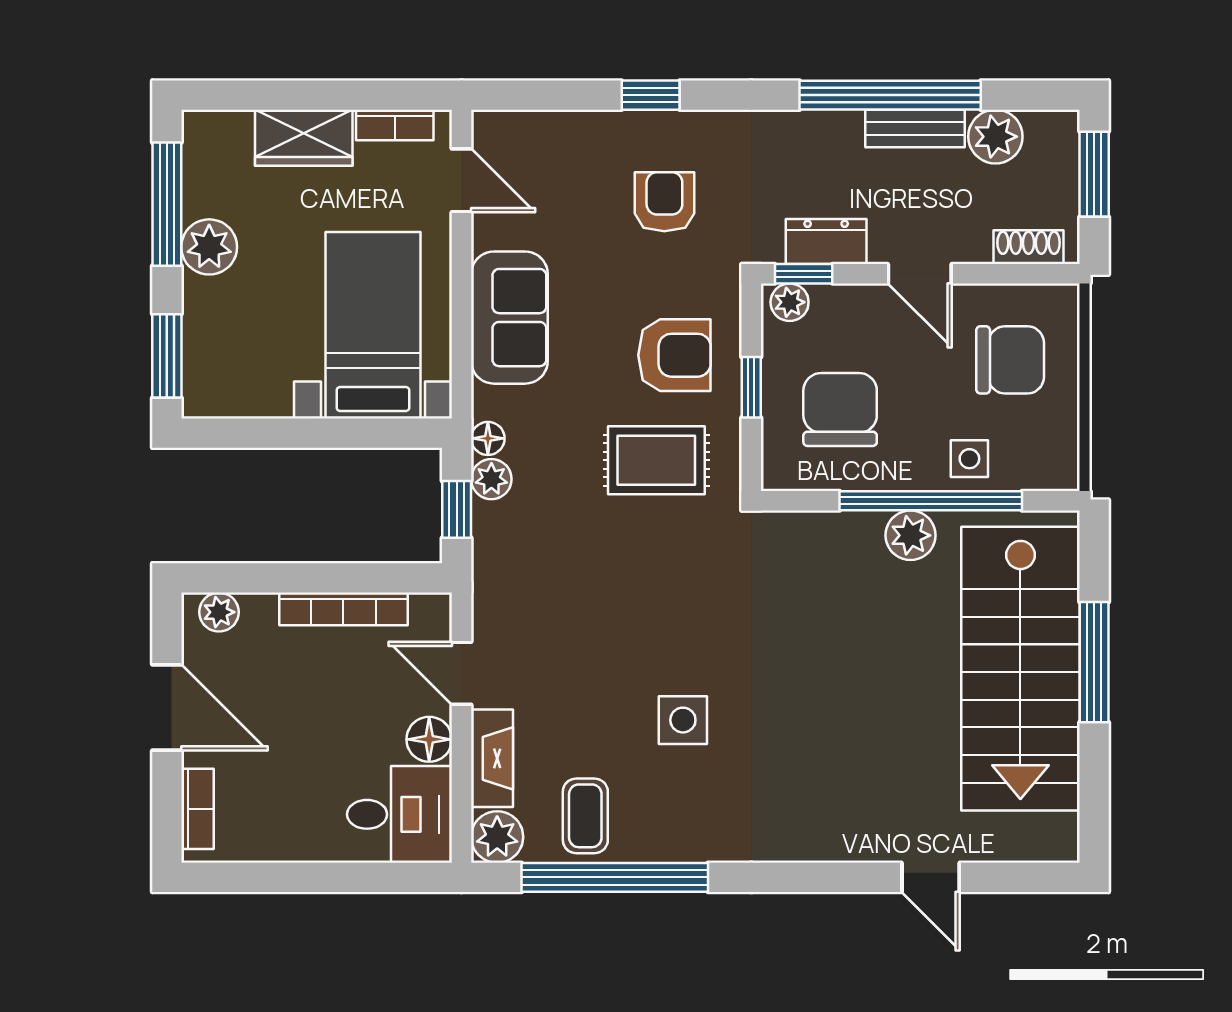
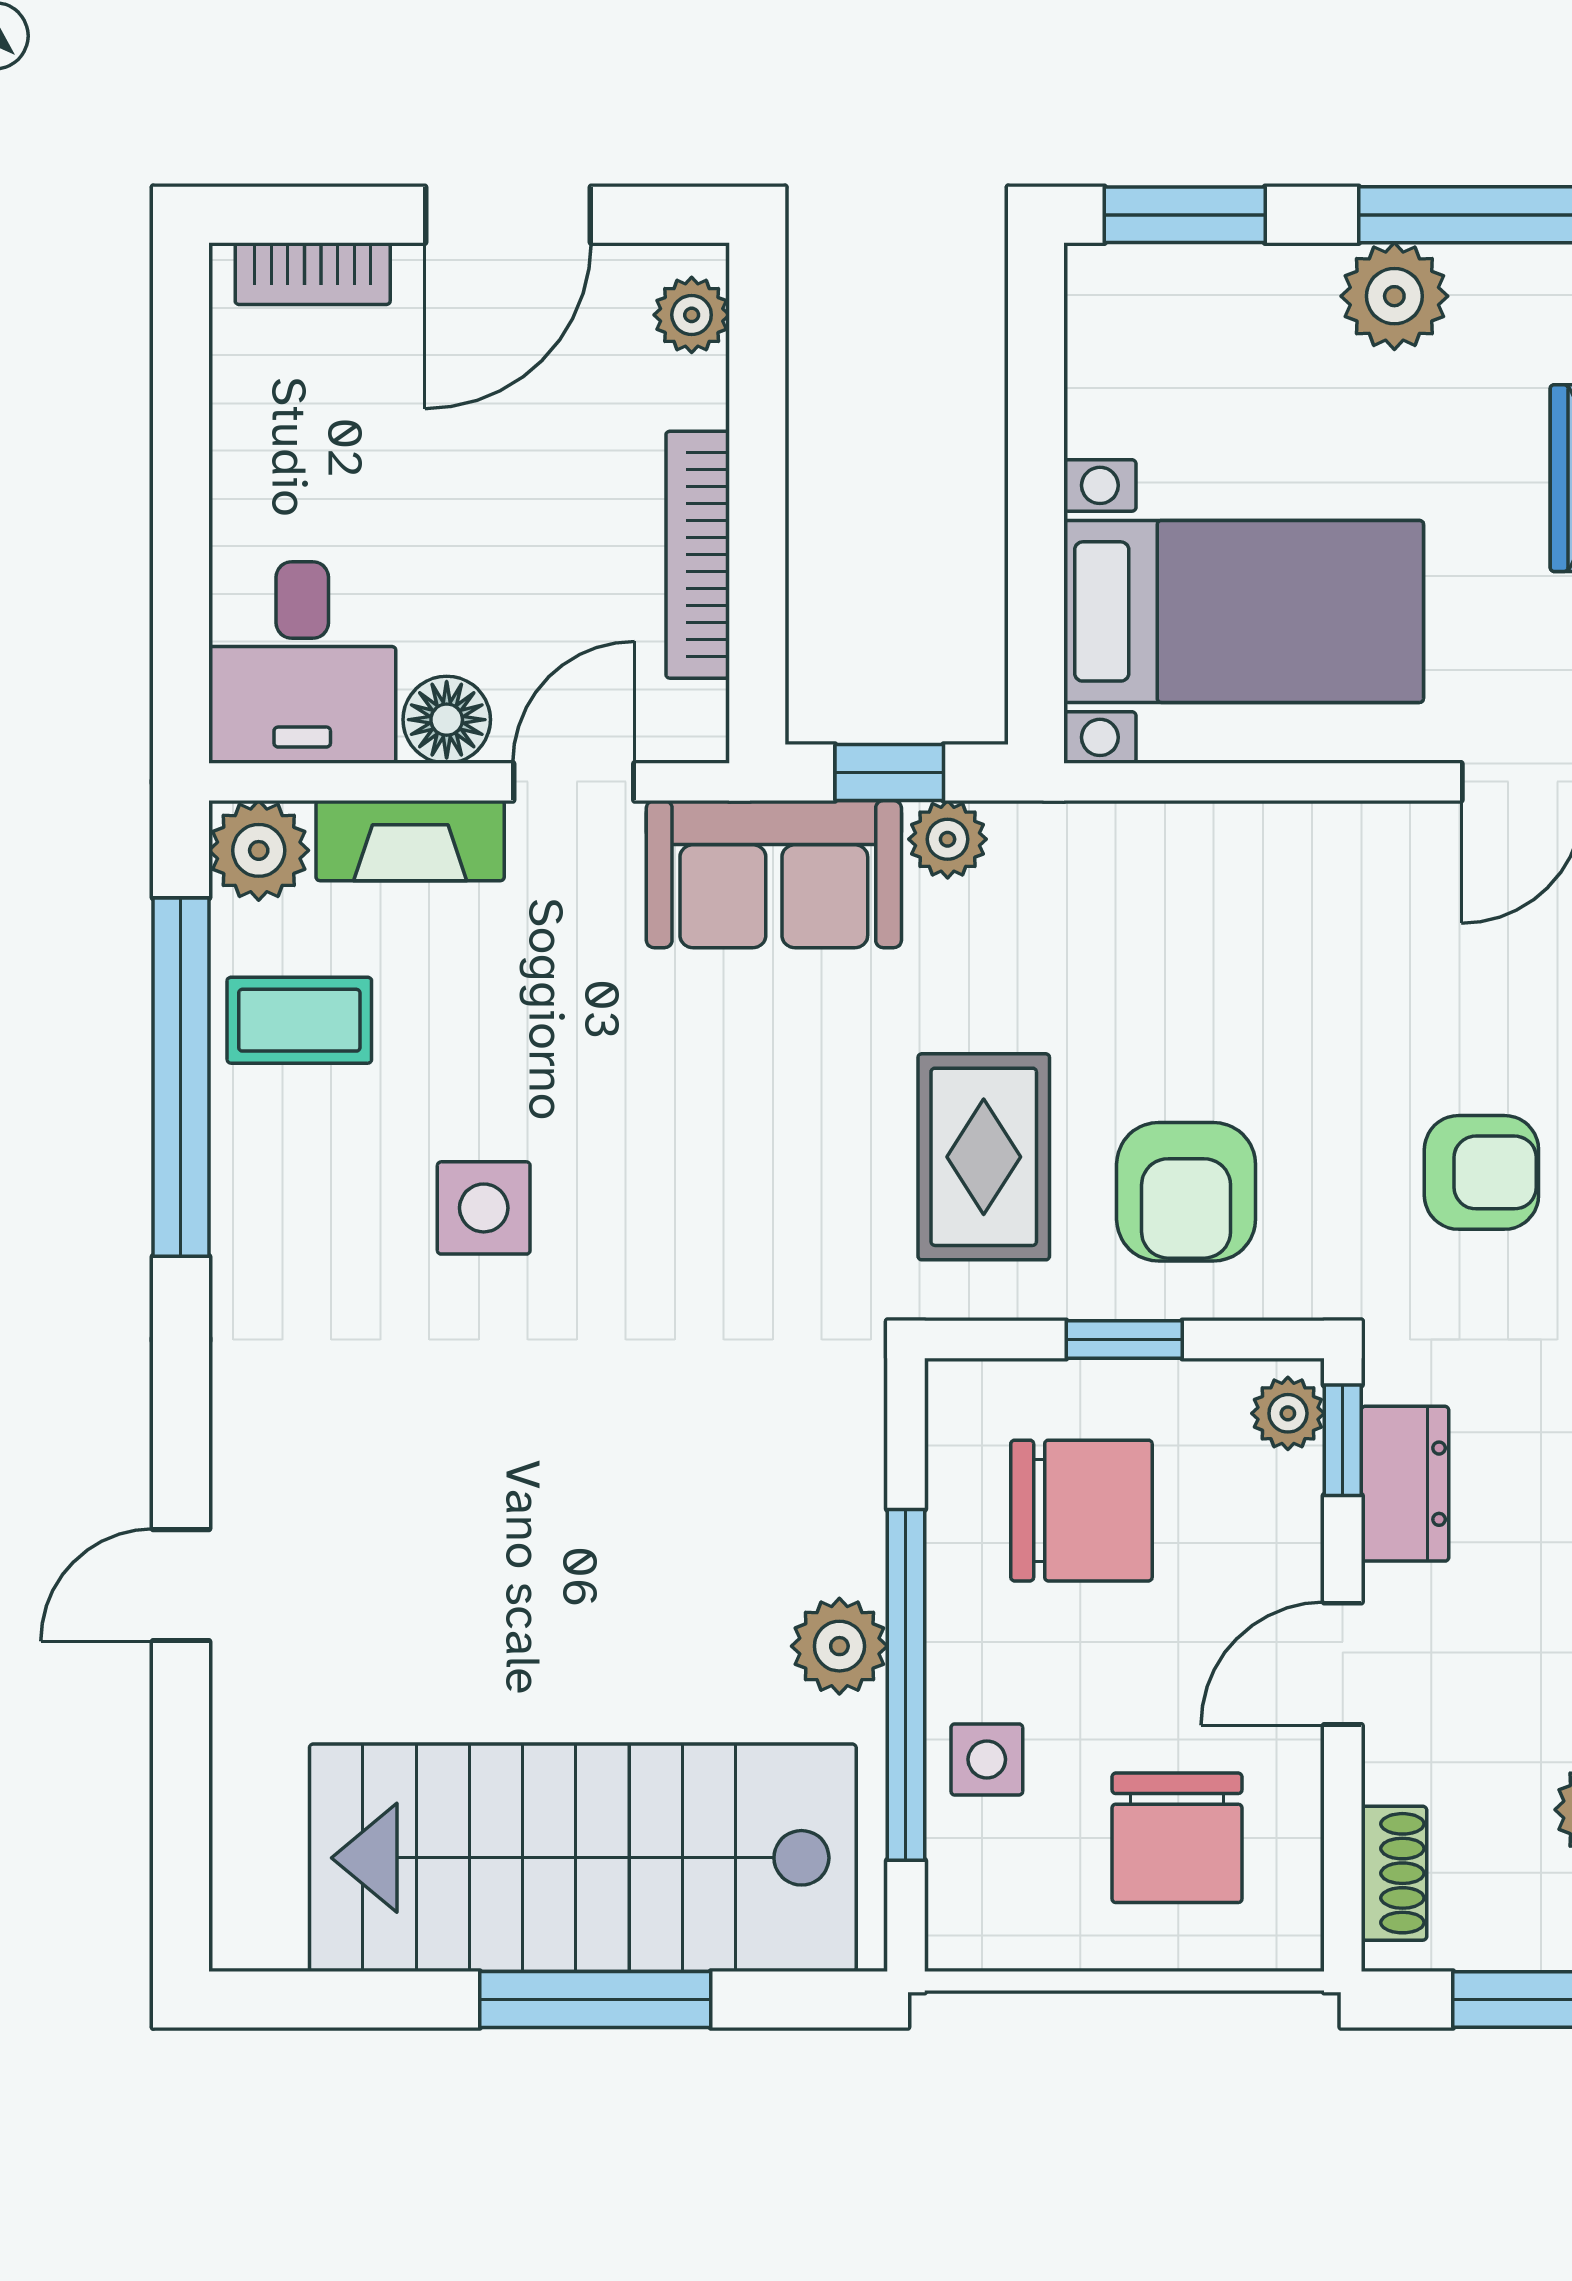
sofa: (509, 318) -> (774, 874), moved
floor lamp: (488, 438) -> (1026, 832), removed
door: (931, 877) -> (181, 1585), moved

